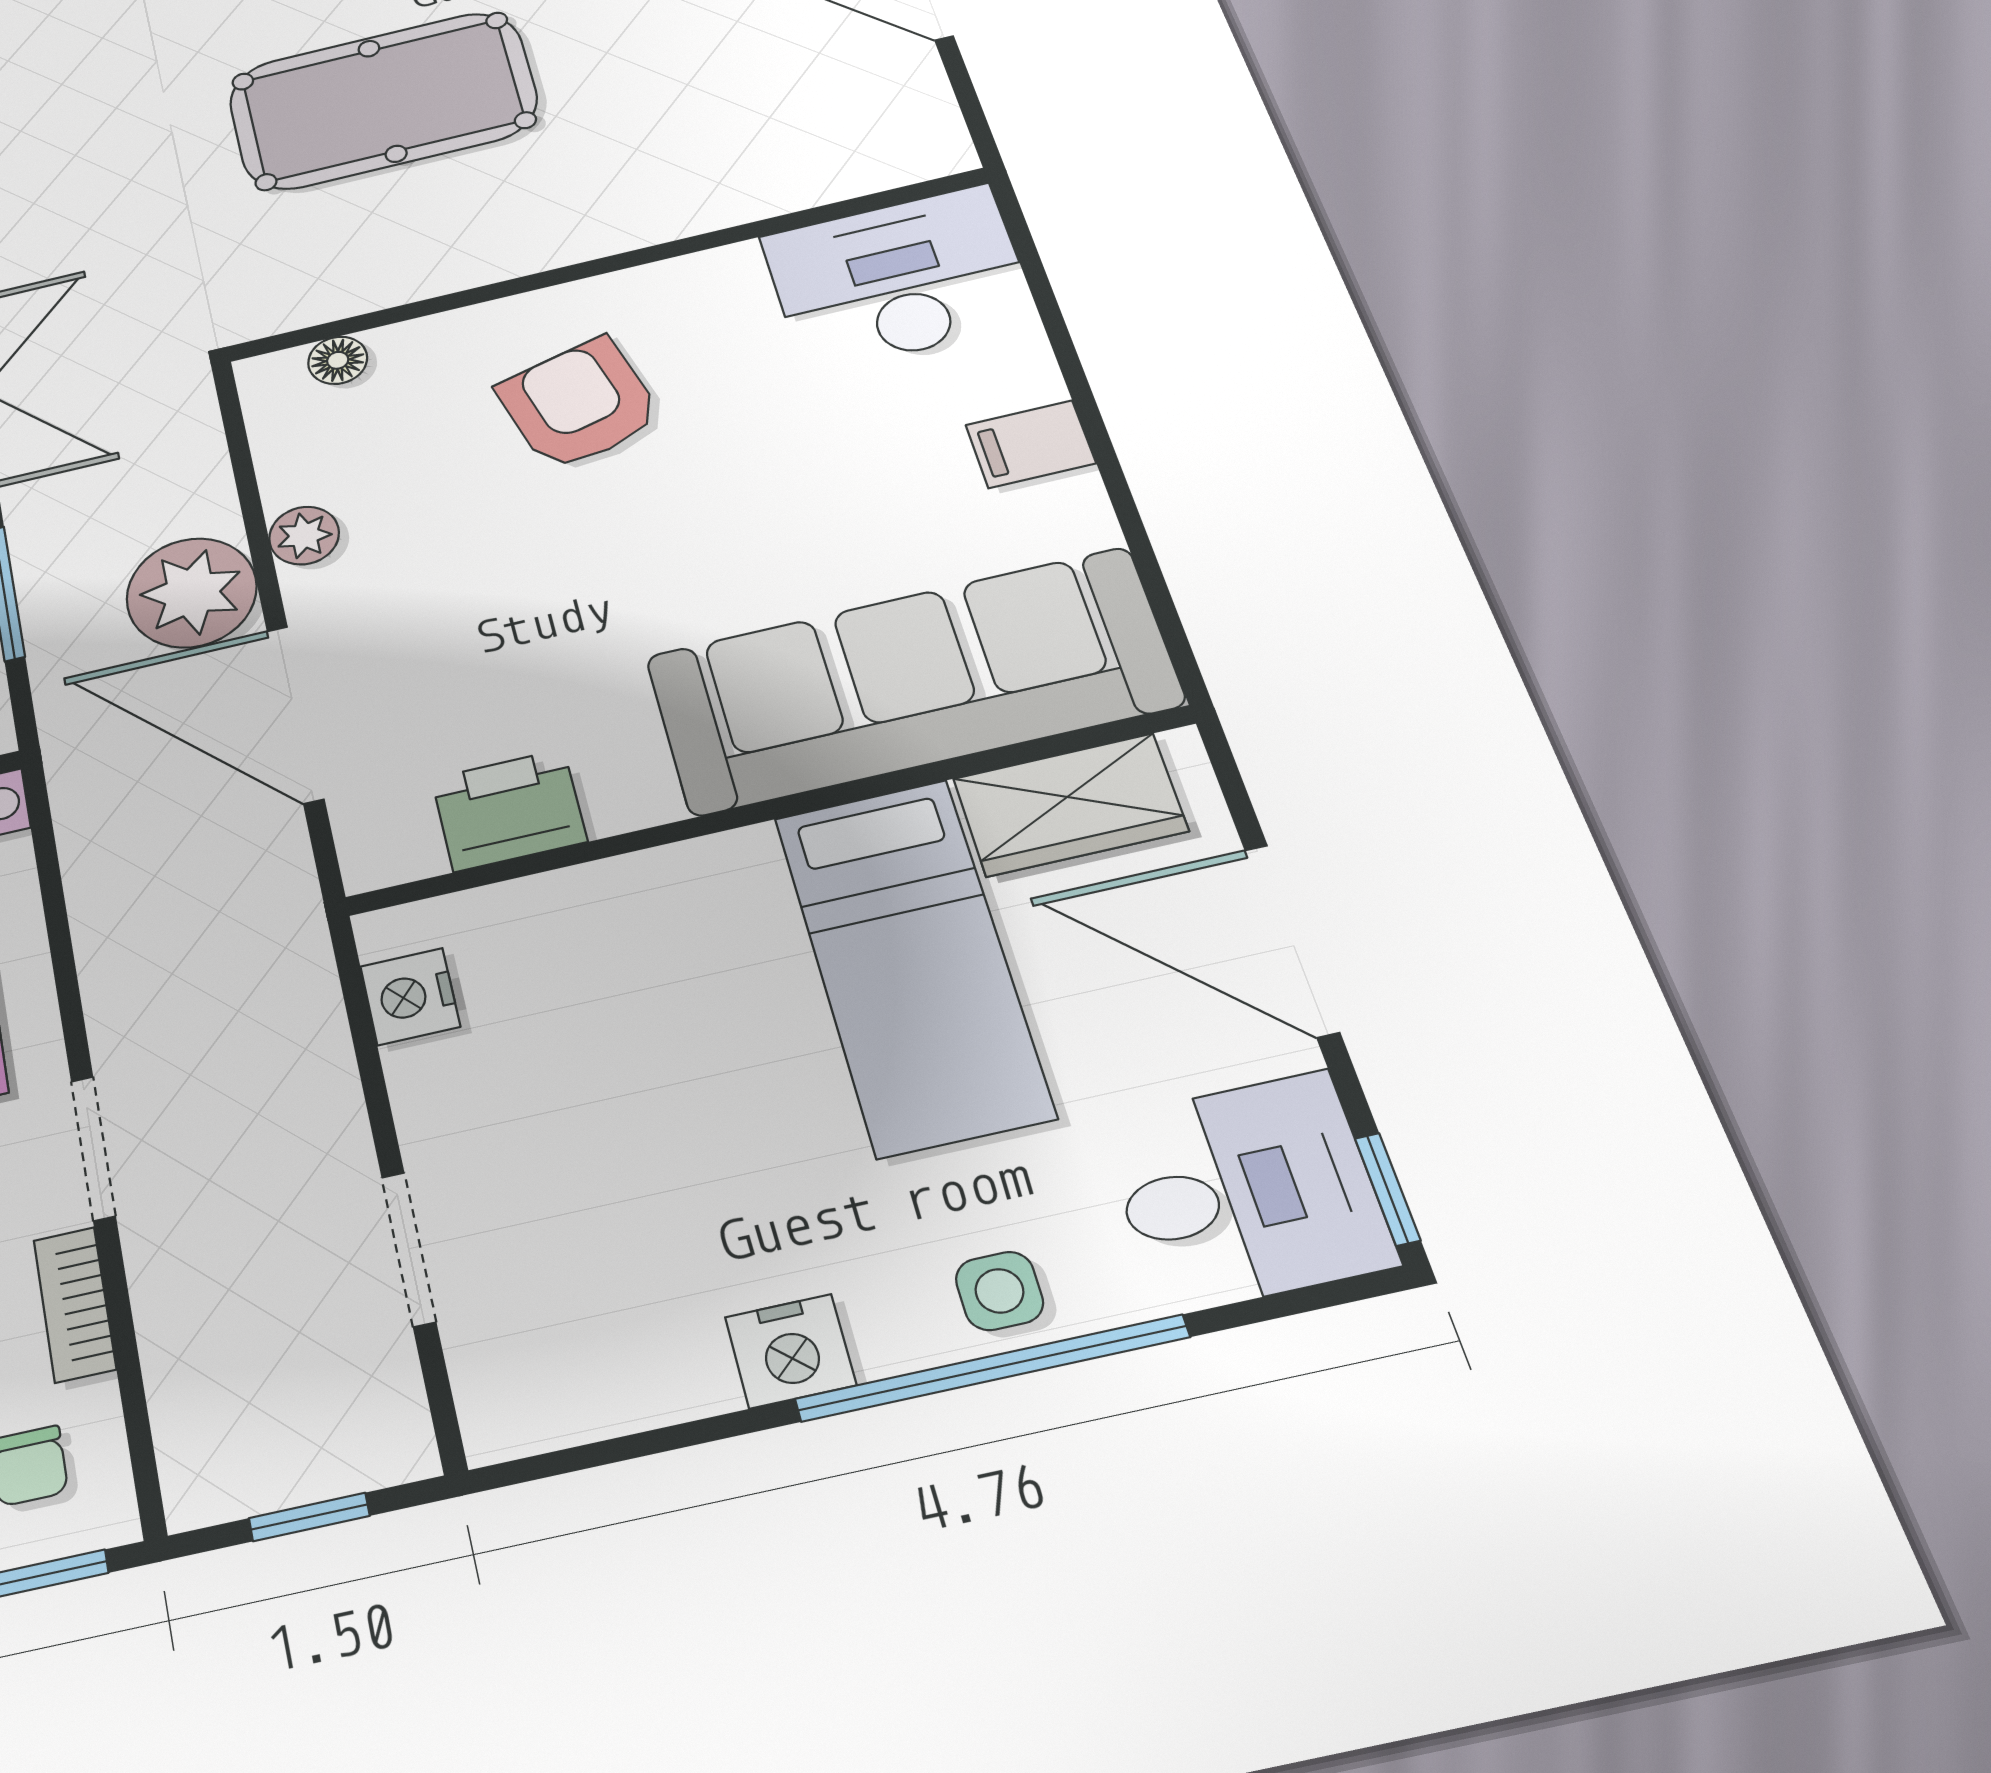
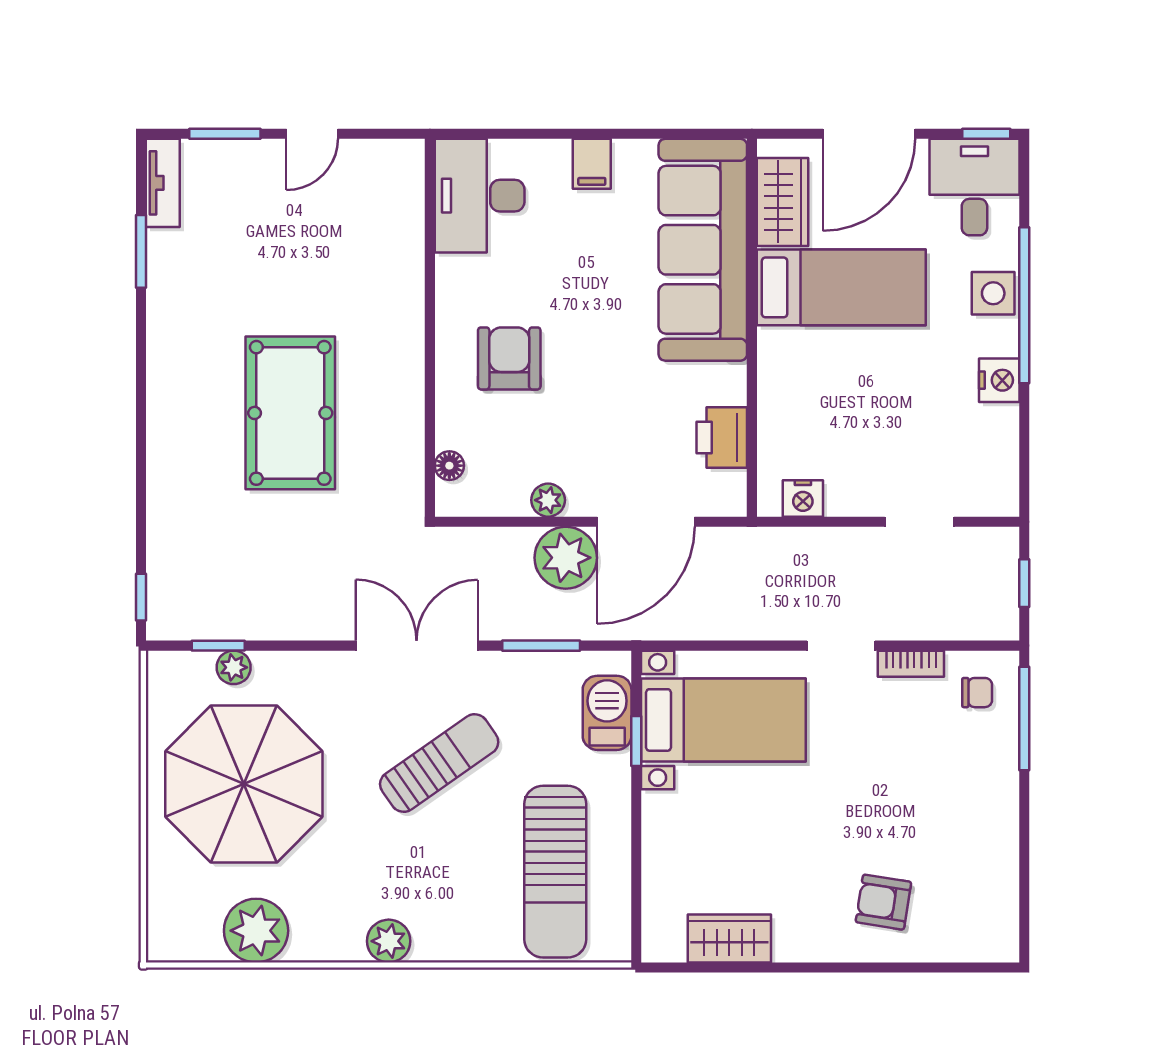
armchair: (579, 404) -> (509, 358), turned 105
side table: (999, 1291) -> (993, 293), width x1.37, depth x1.37

